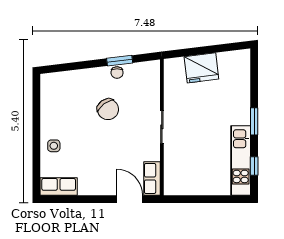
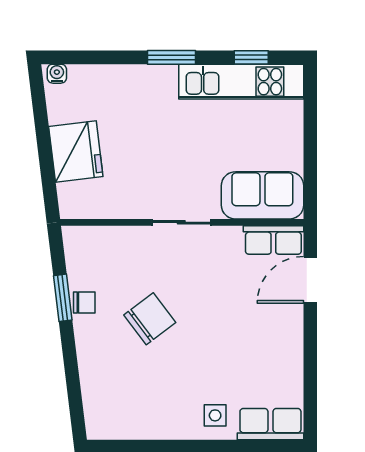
water cooler: (245, 57) -> (57, 74), added
sofa: (177, 172) -> (262, 195), added
row of seats: (59, 186) -> (270, 424), moved, turned 90

